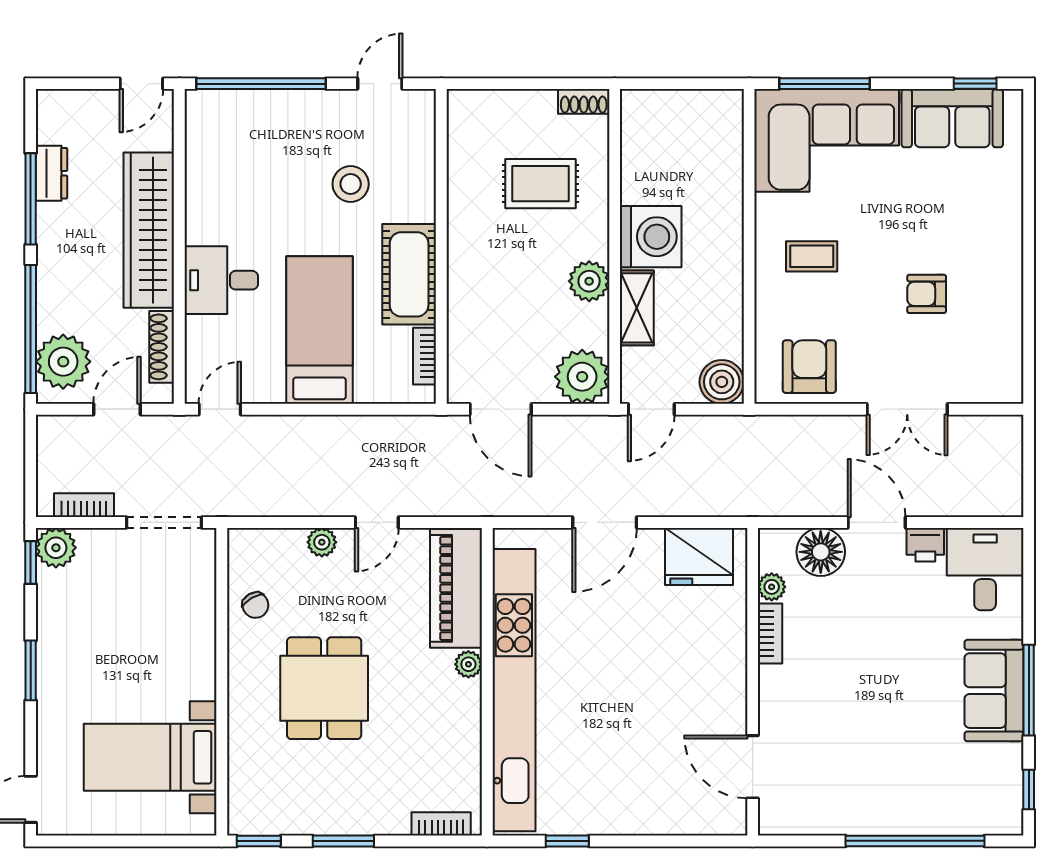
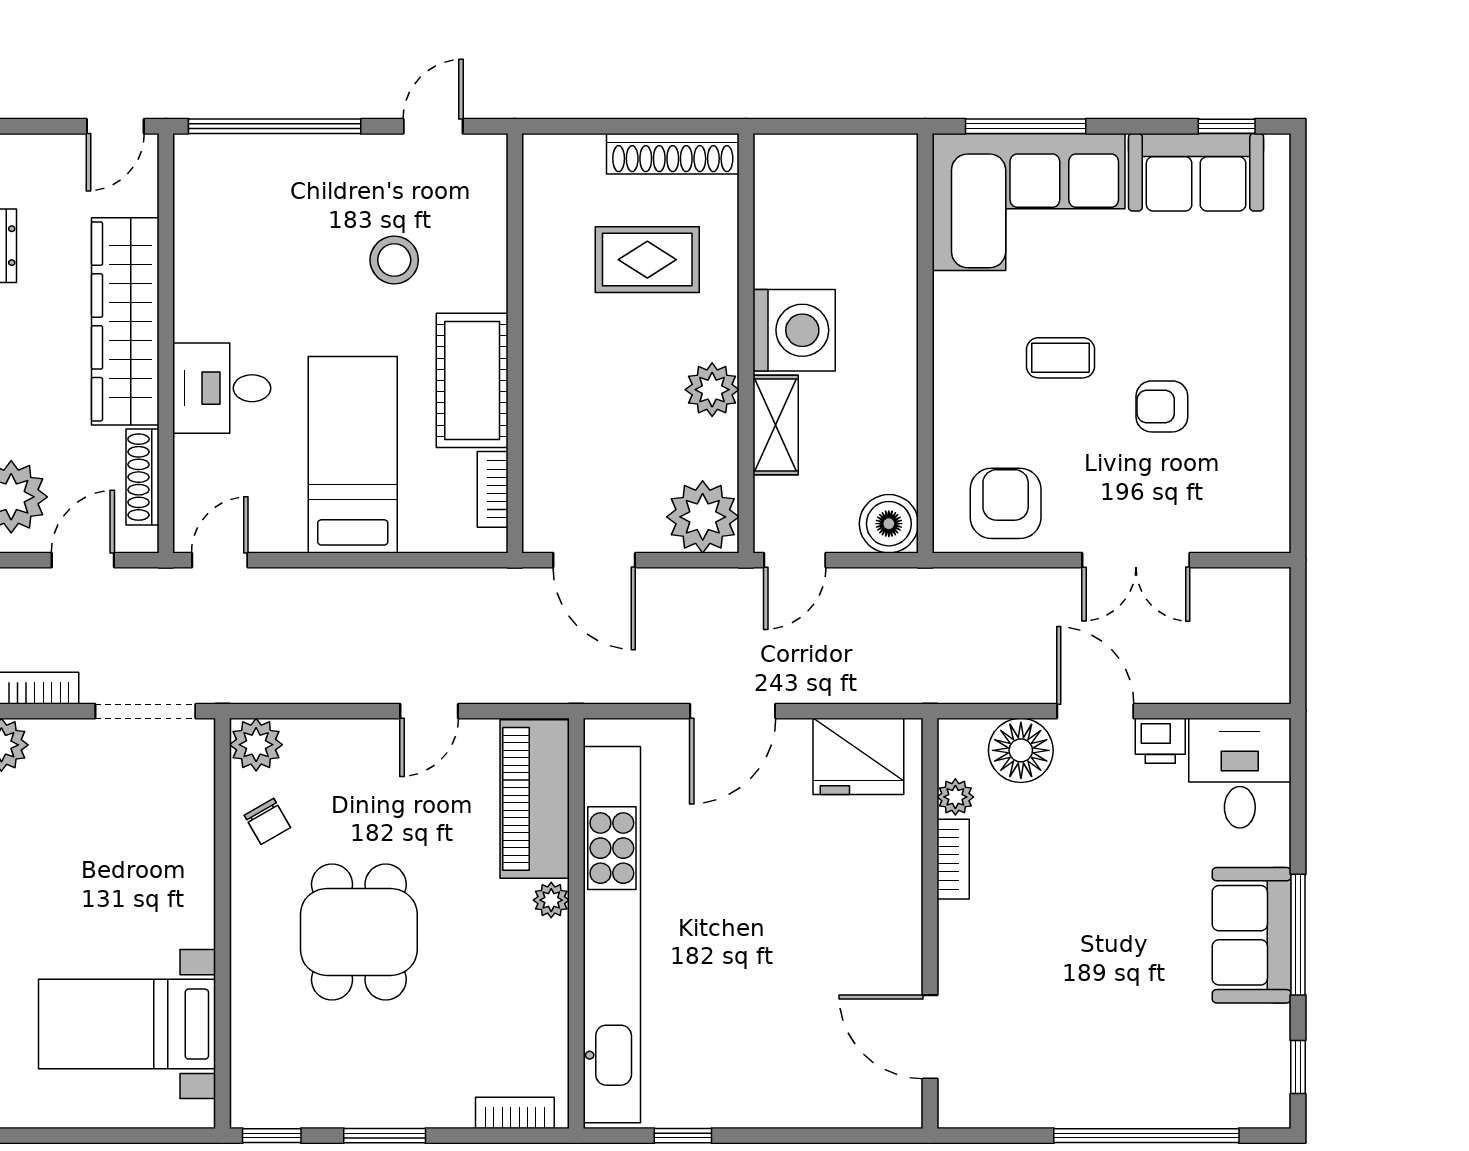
shoe rack: (584, 101) -> (673, 154), width x1.94, depth x1.24
coffee table: (812, 256) -> (1061, 358), moved
plant: (322, 542) -> (256, 745), moved, width x1.38, depth x1.38

